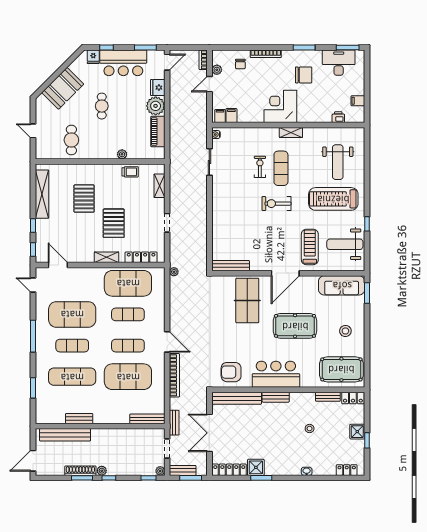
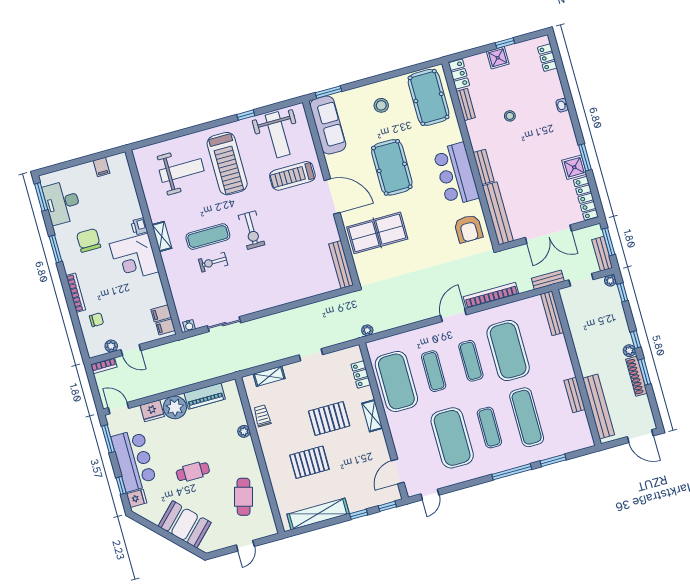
printer: (338, 117) -> (139, 226), moved
cafe table: (71, 140) -> (244, 497), turned -75
locker: (141, 257) -> (361, 374), width x0.66
window: (33, 336) -> (512, 472), moved

